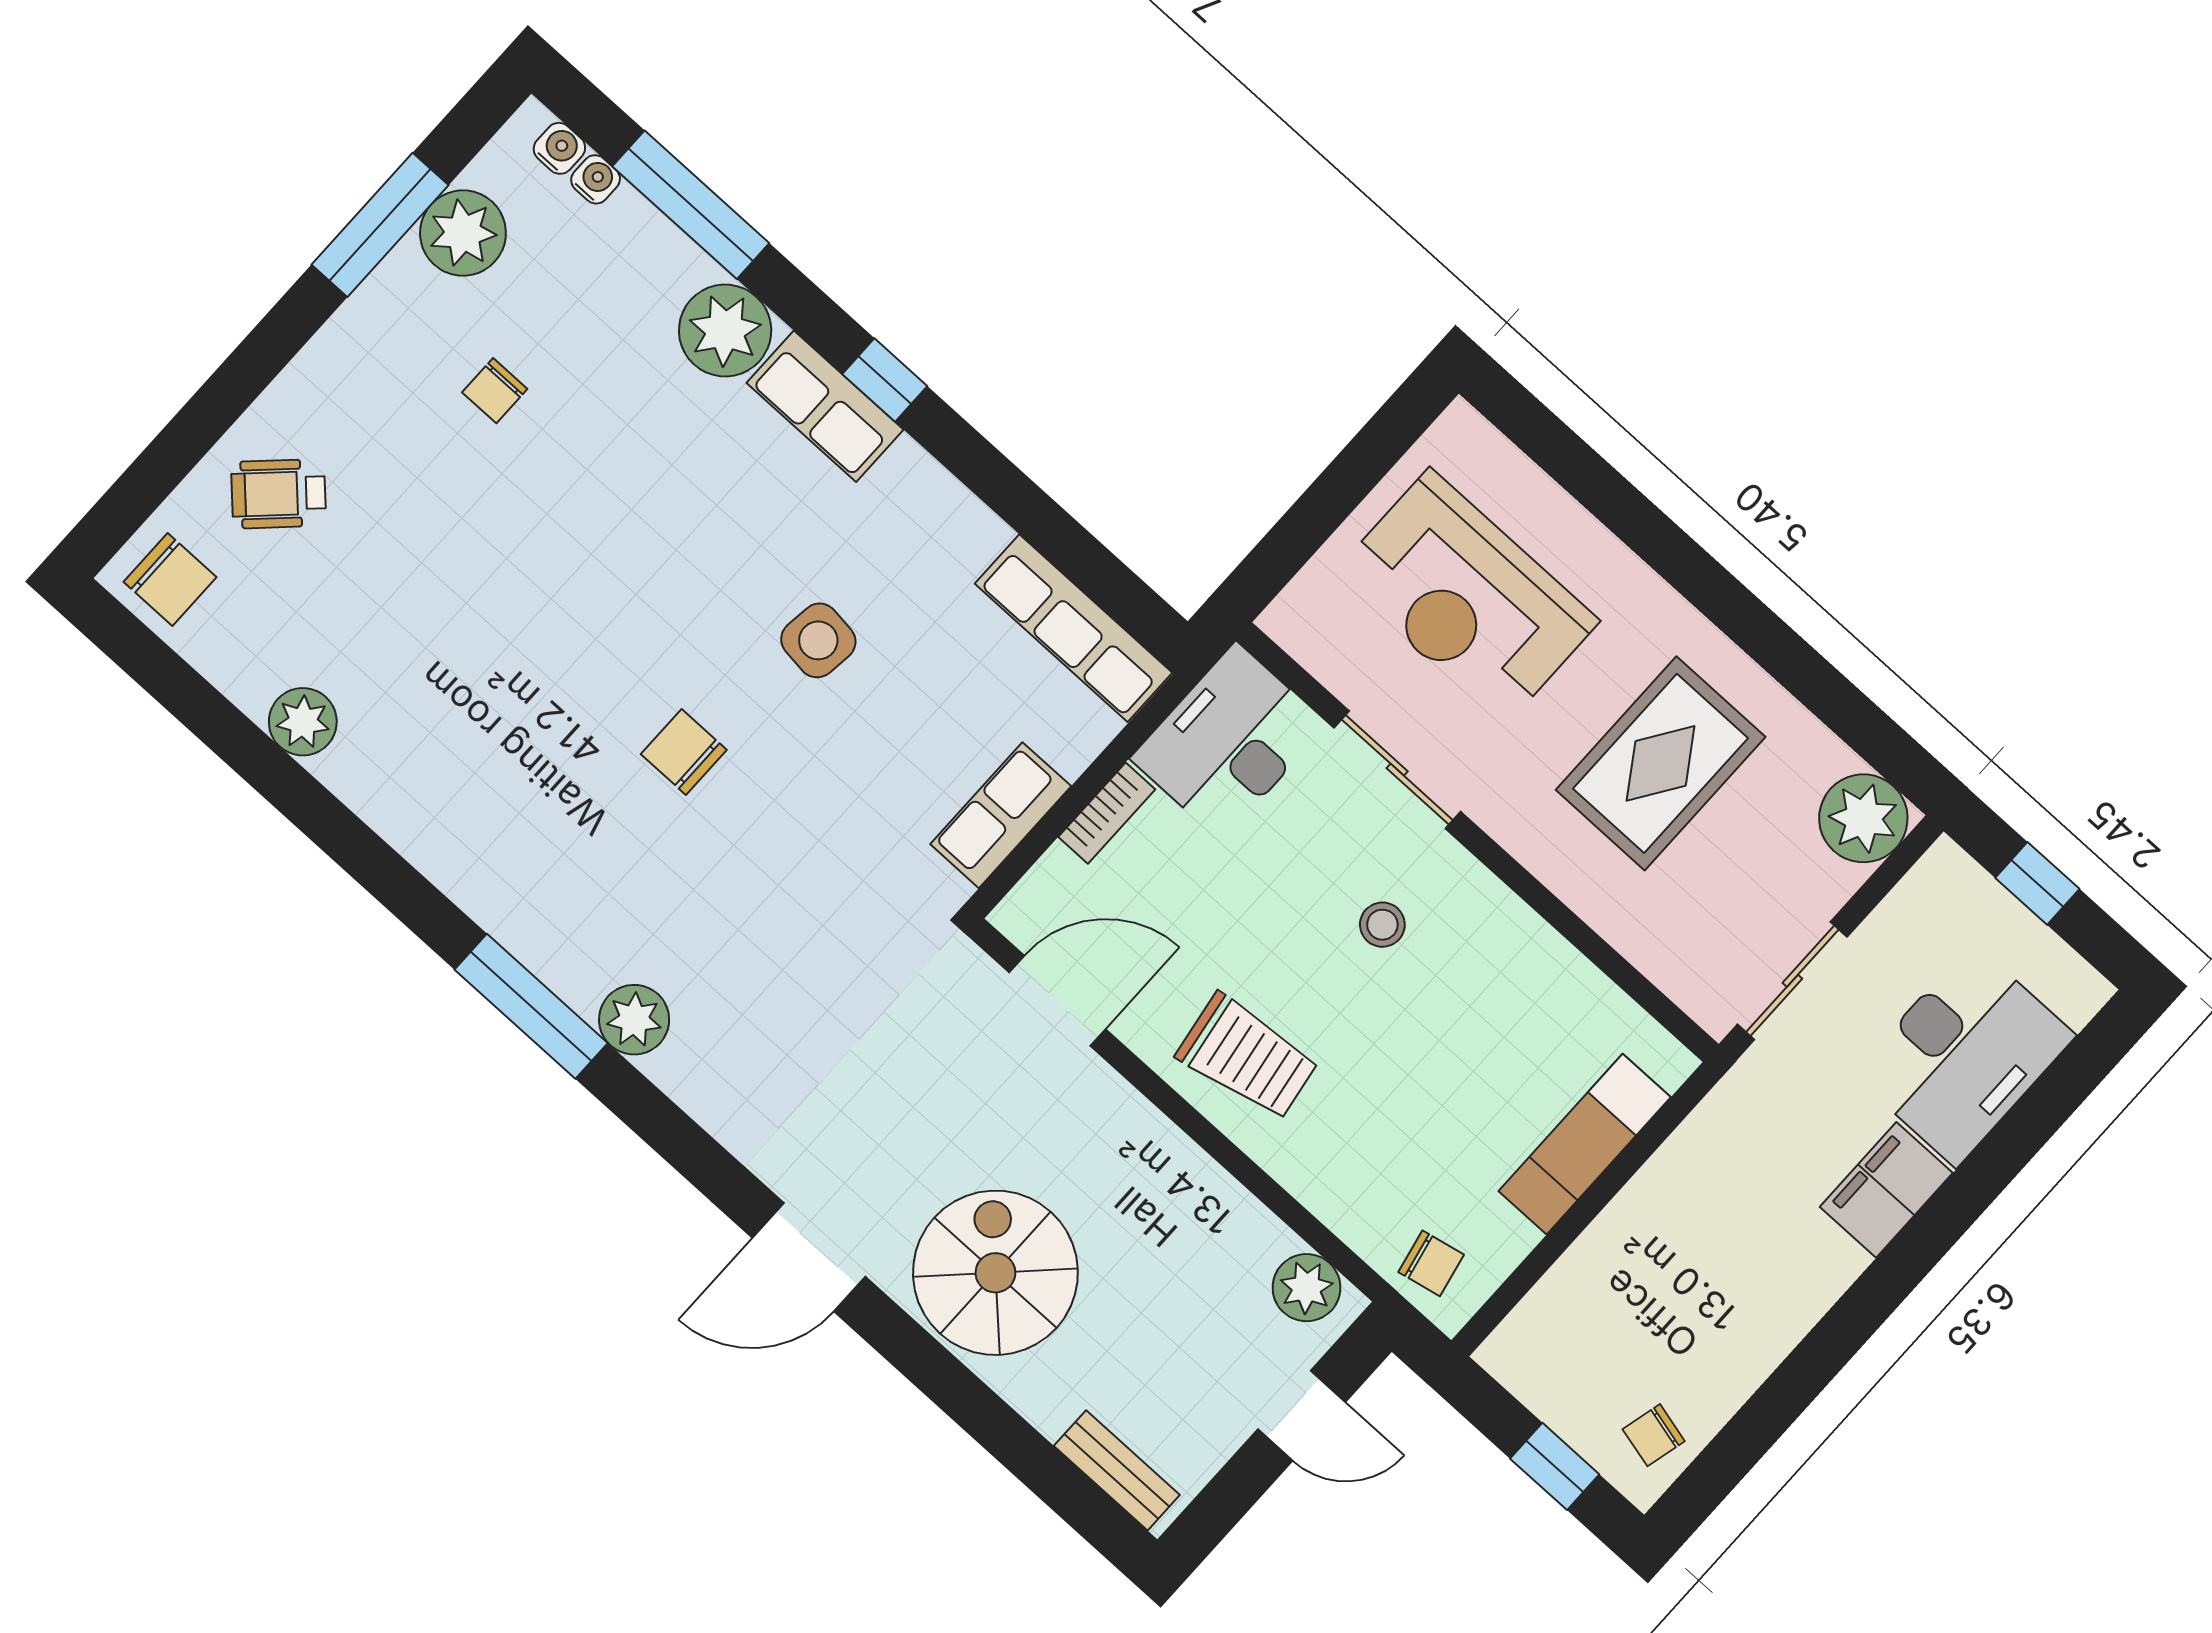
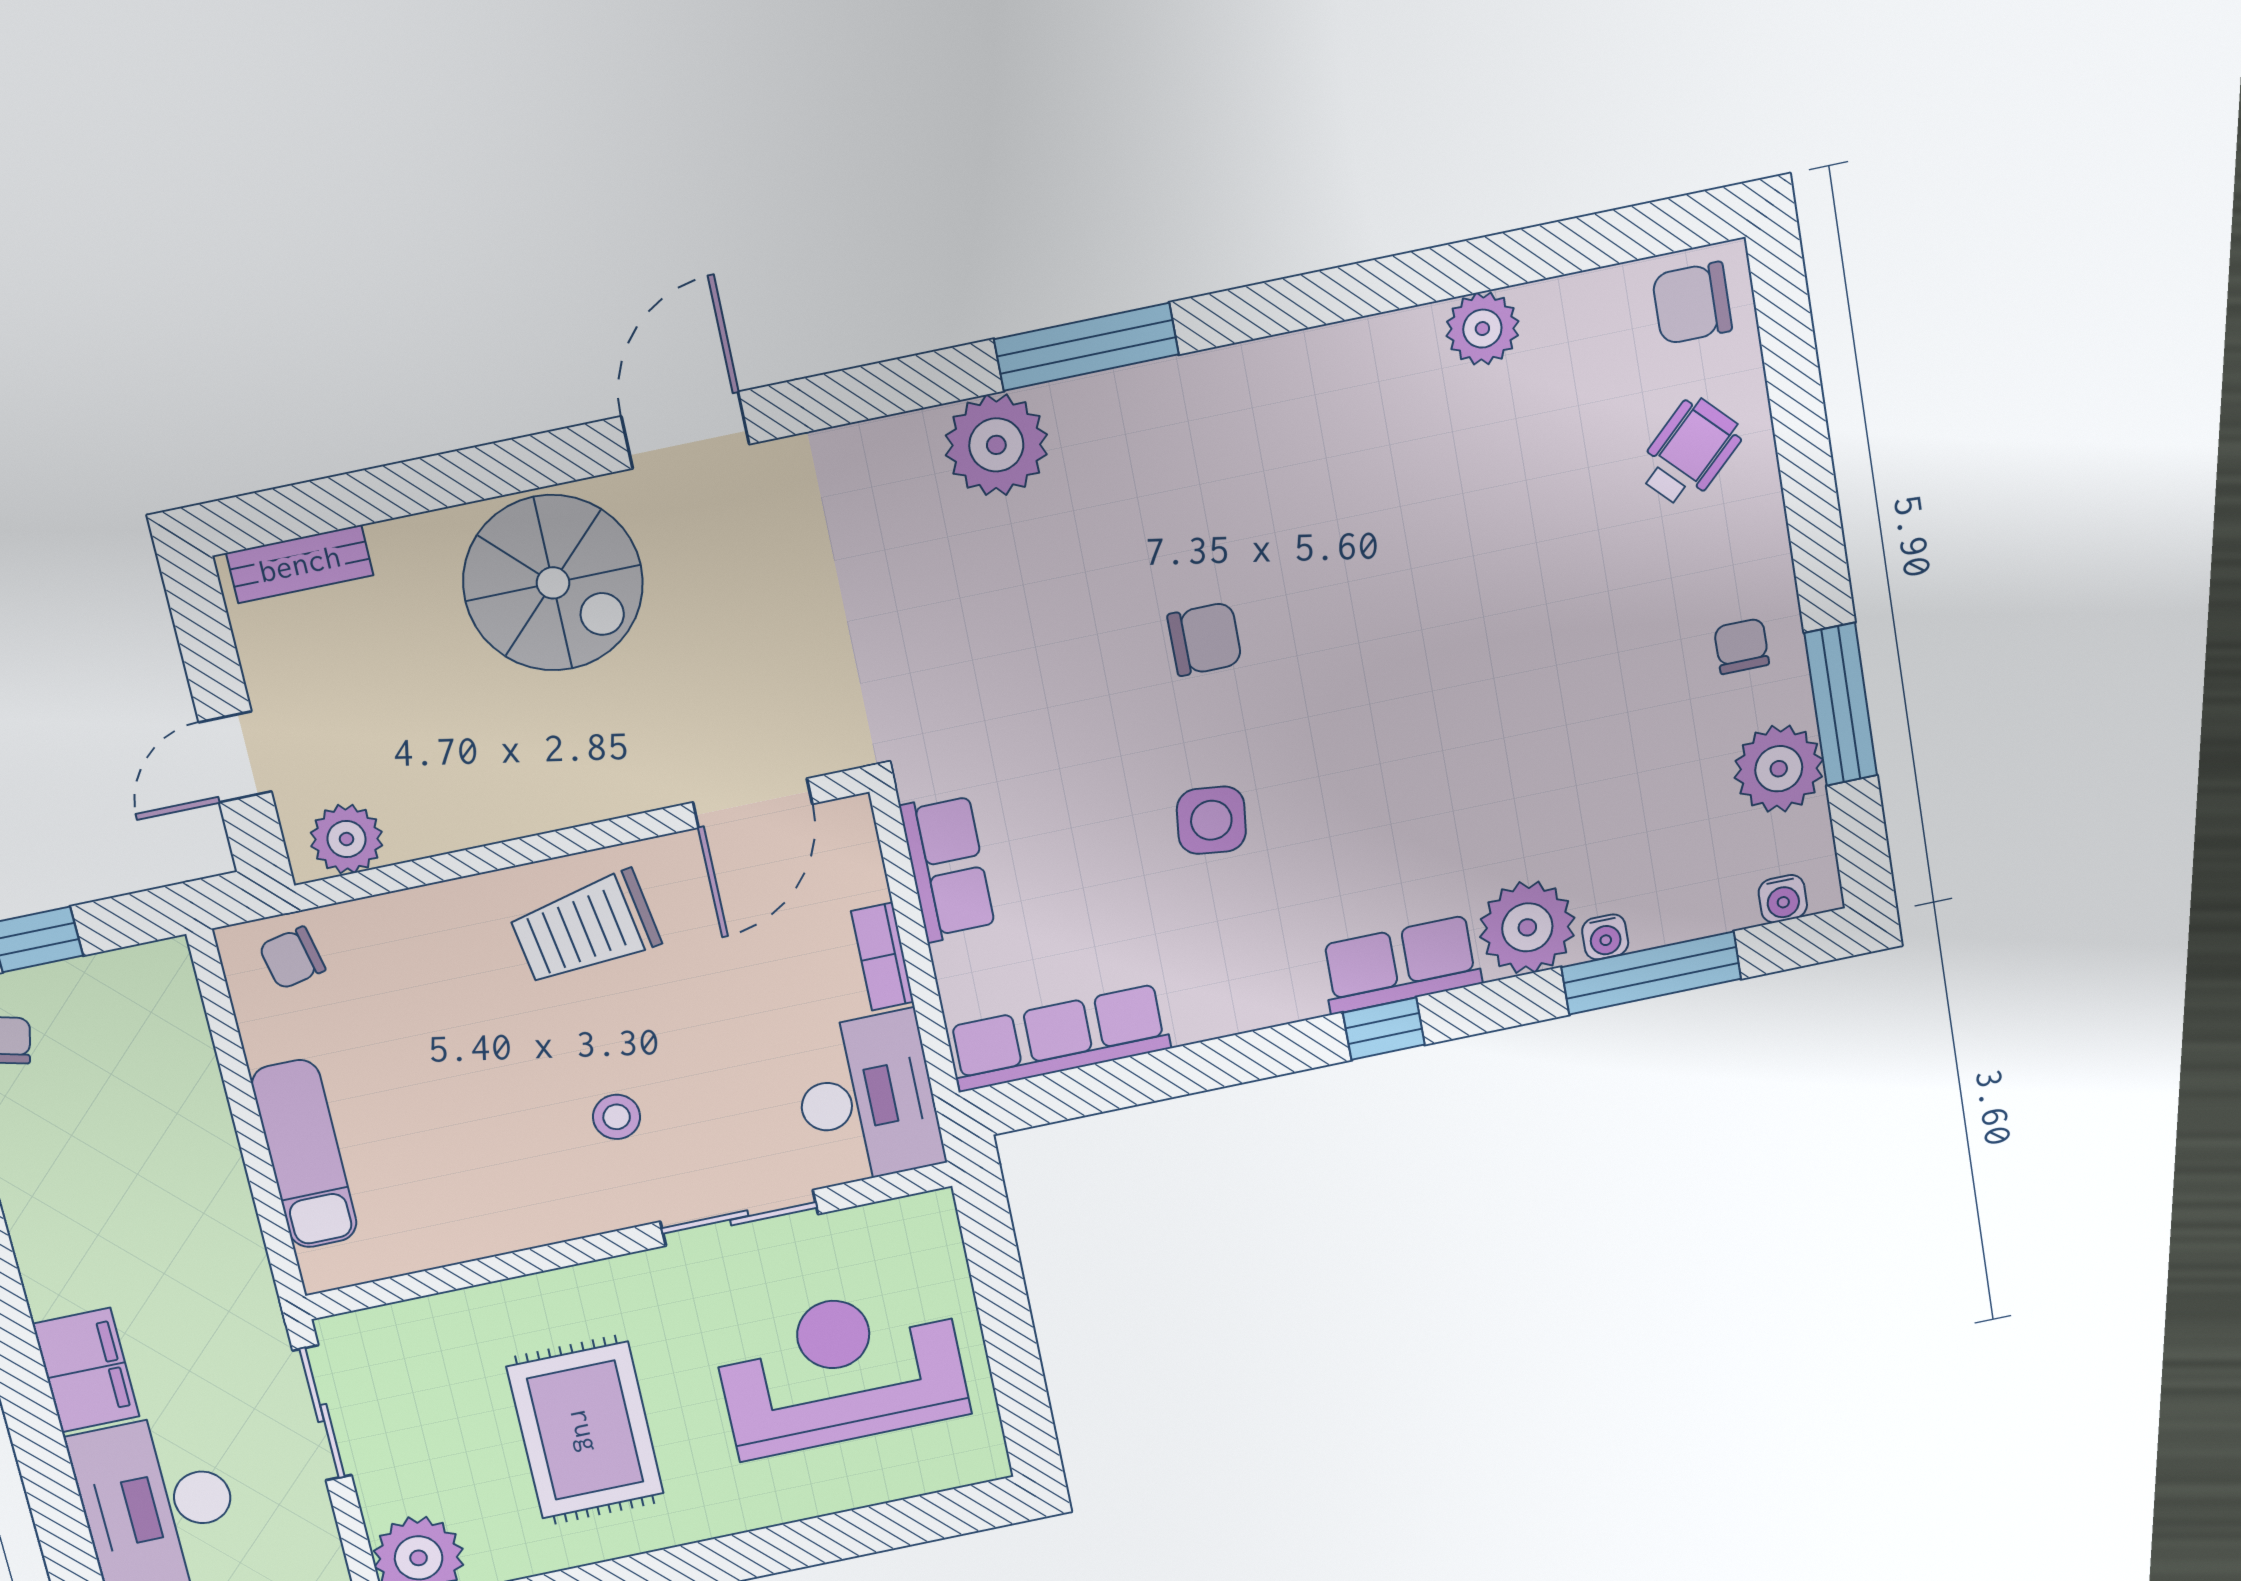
water cooler: (596, 179) -> (1605, 937), moved
chair: (495, 391) -> (1742, 646), moved
plant: (634, 1020) -> (996, 445), width x1.36, depth x1.36

